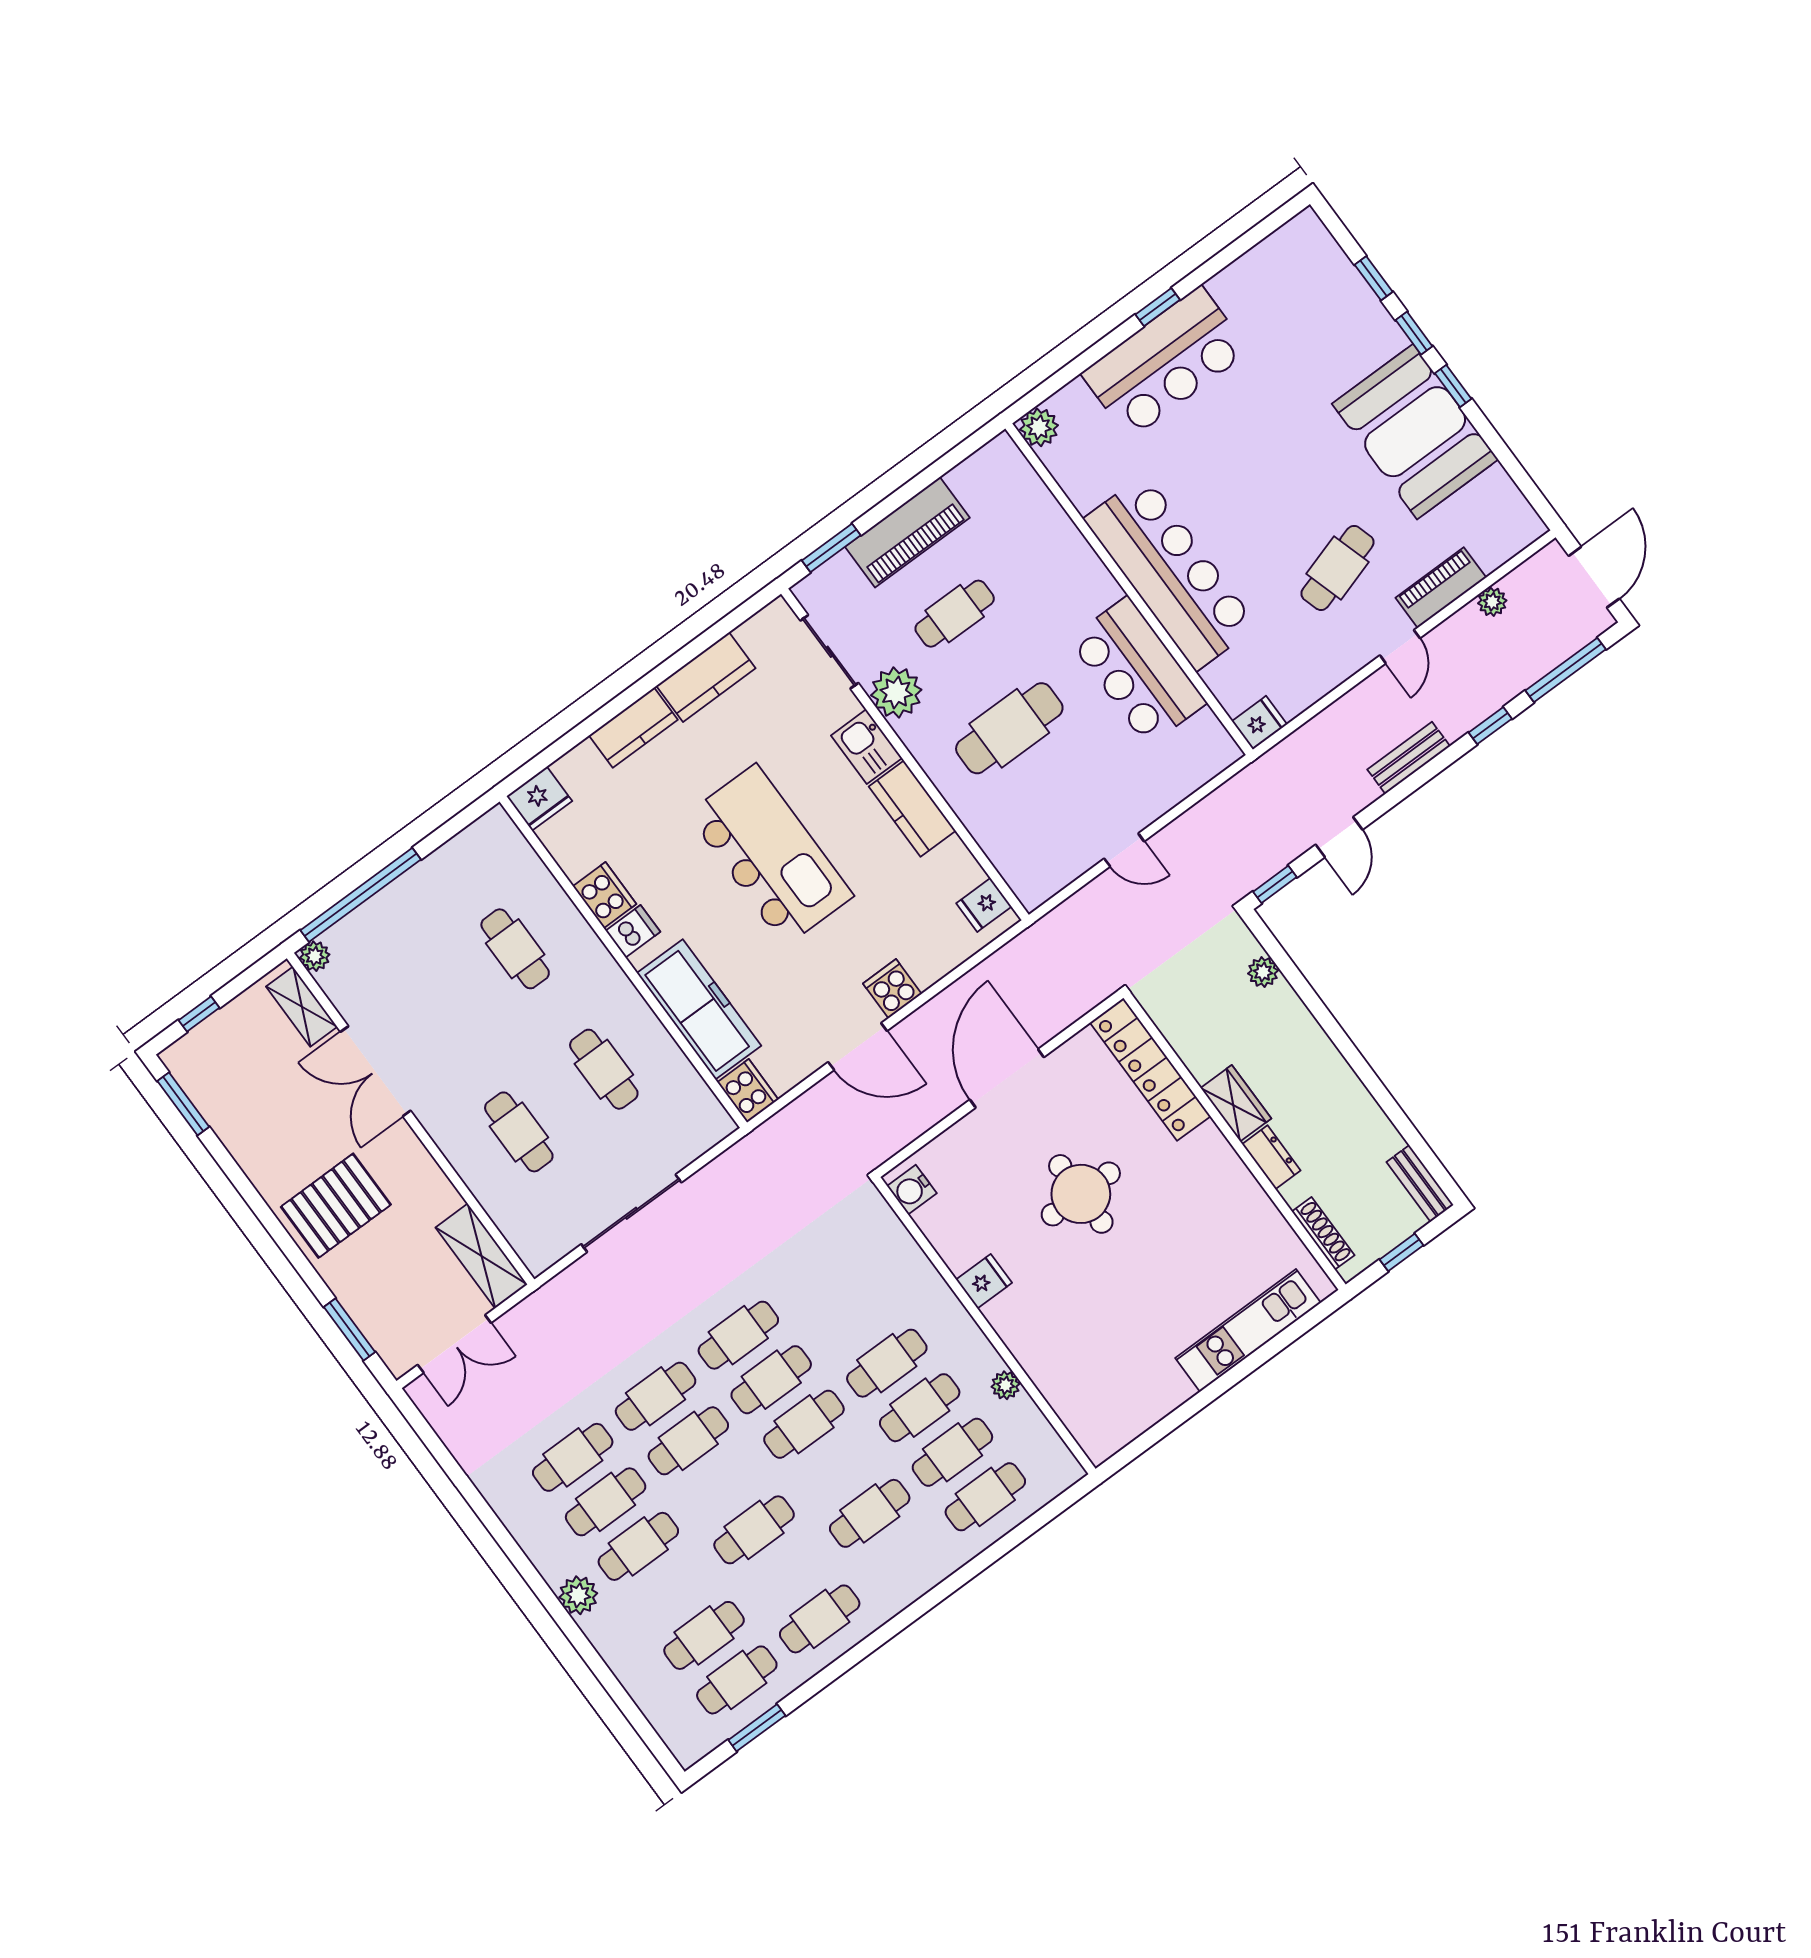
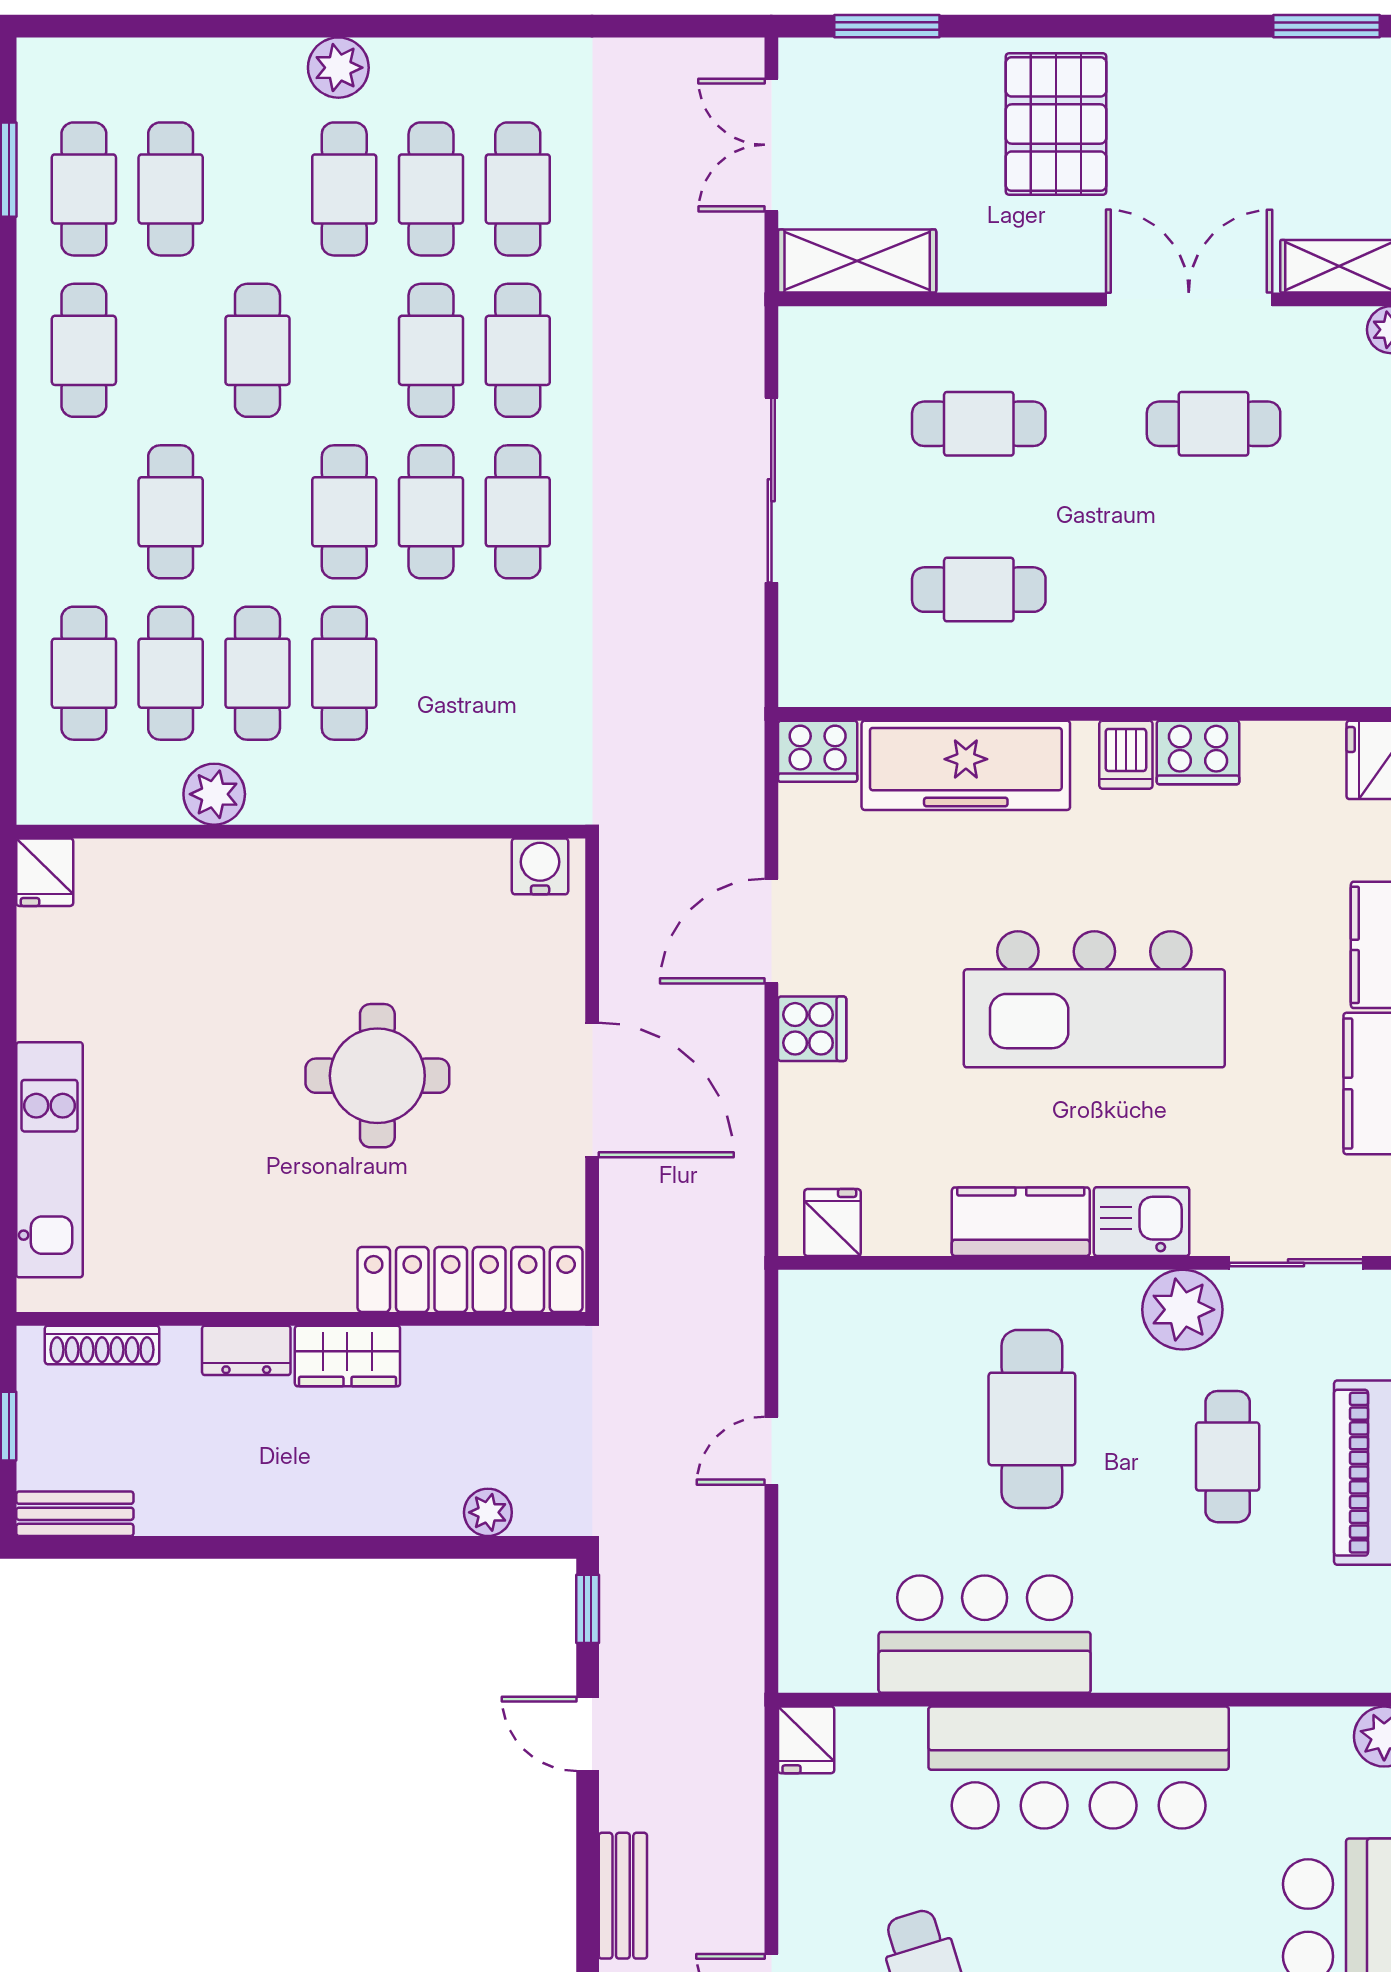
cafe table: (515, 949) -> (1214, 424), moved
fridge: (984, 1281) -> (45, 872), moved
plant: (1006, 1385) -> (214, 794), width x1.38, depth x1.38

